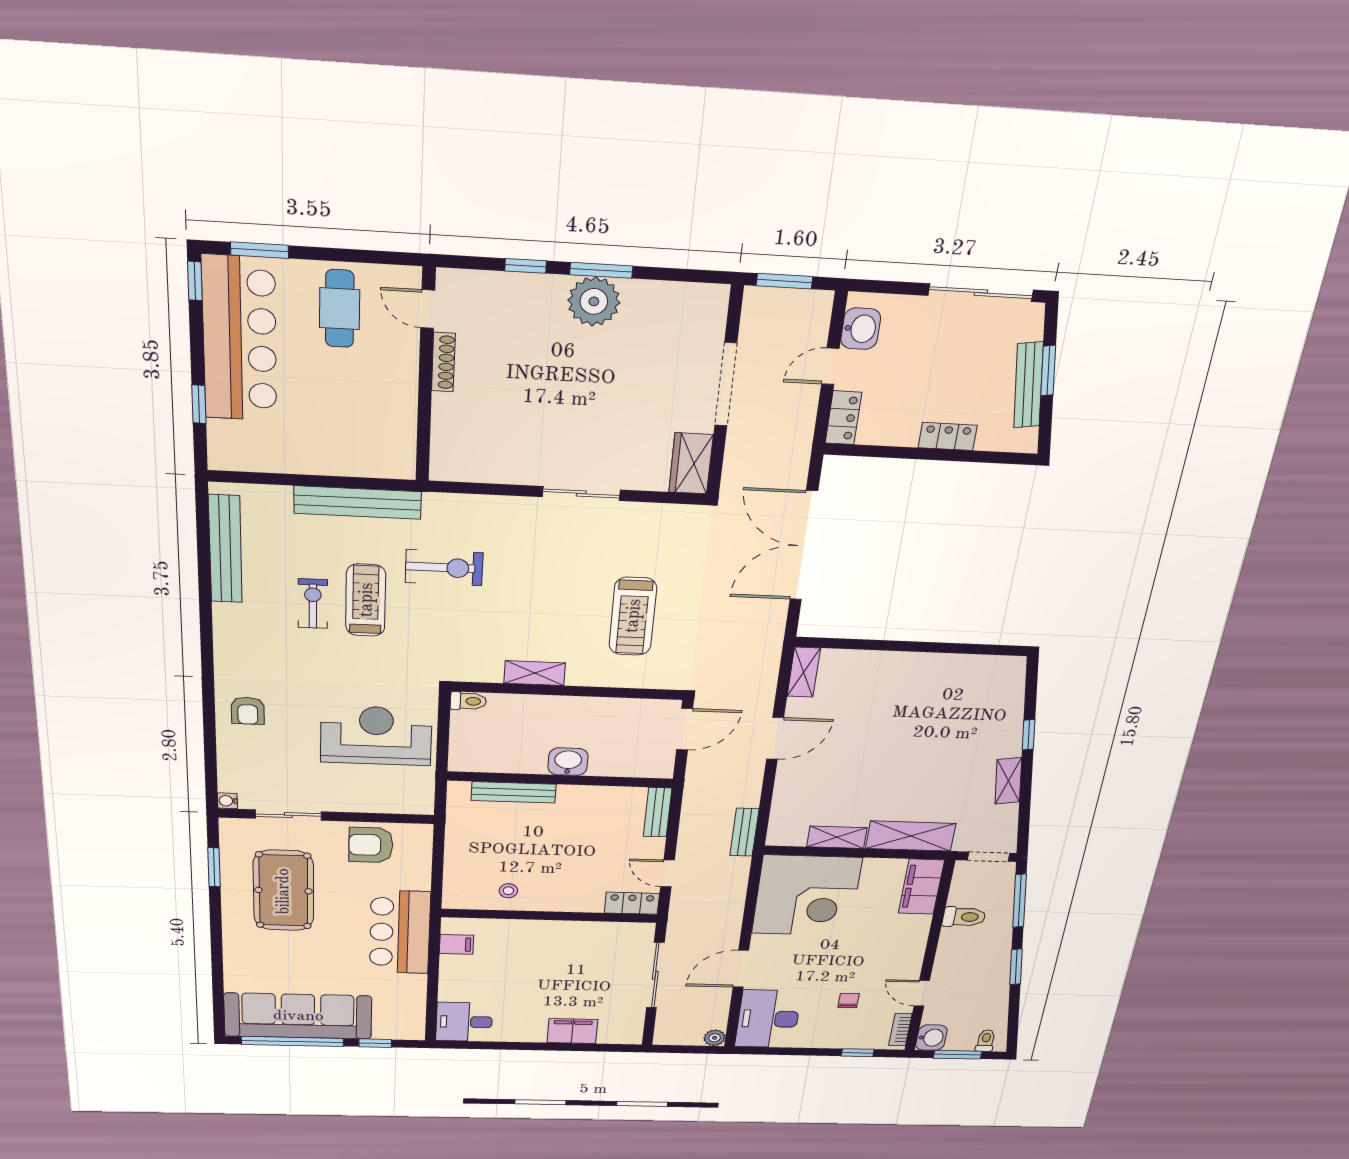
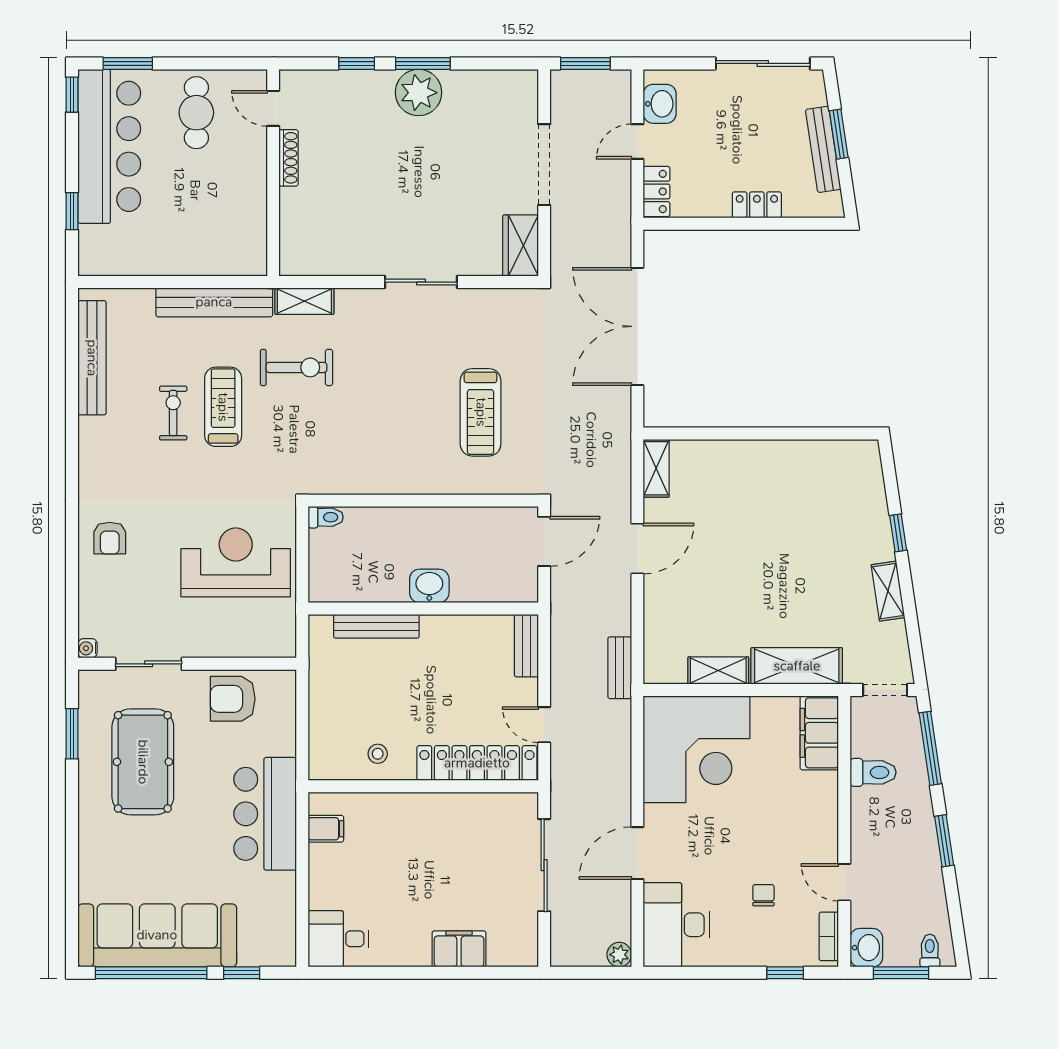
shelving: (535, 673) -> (304, 301), moved
locker: (632, 903) -> (477, 763), width x2.16, depth x1.21

